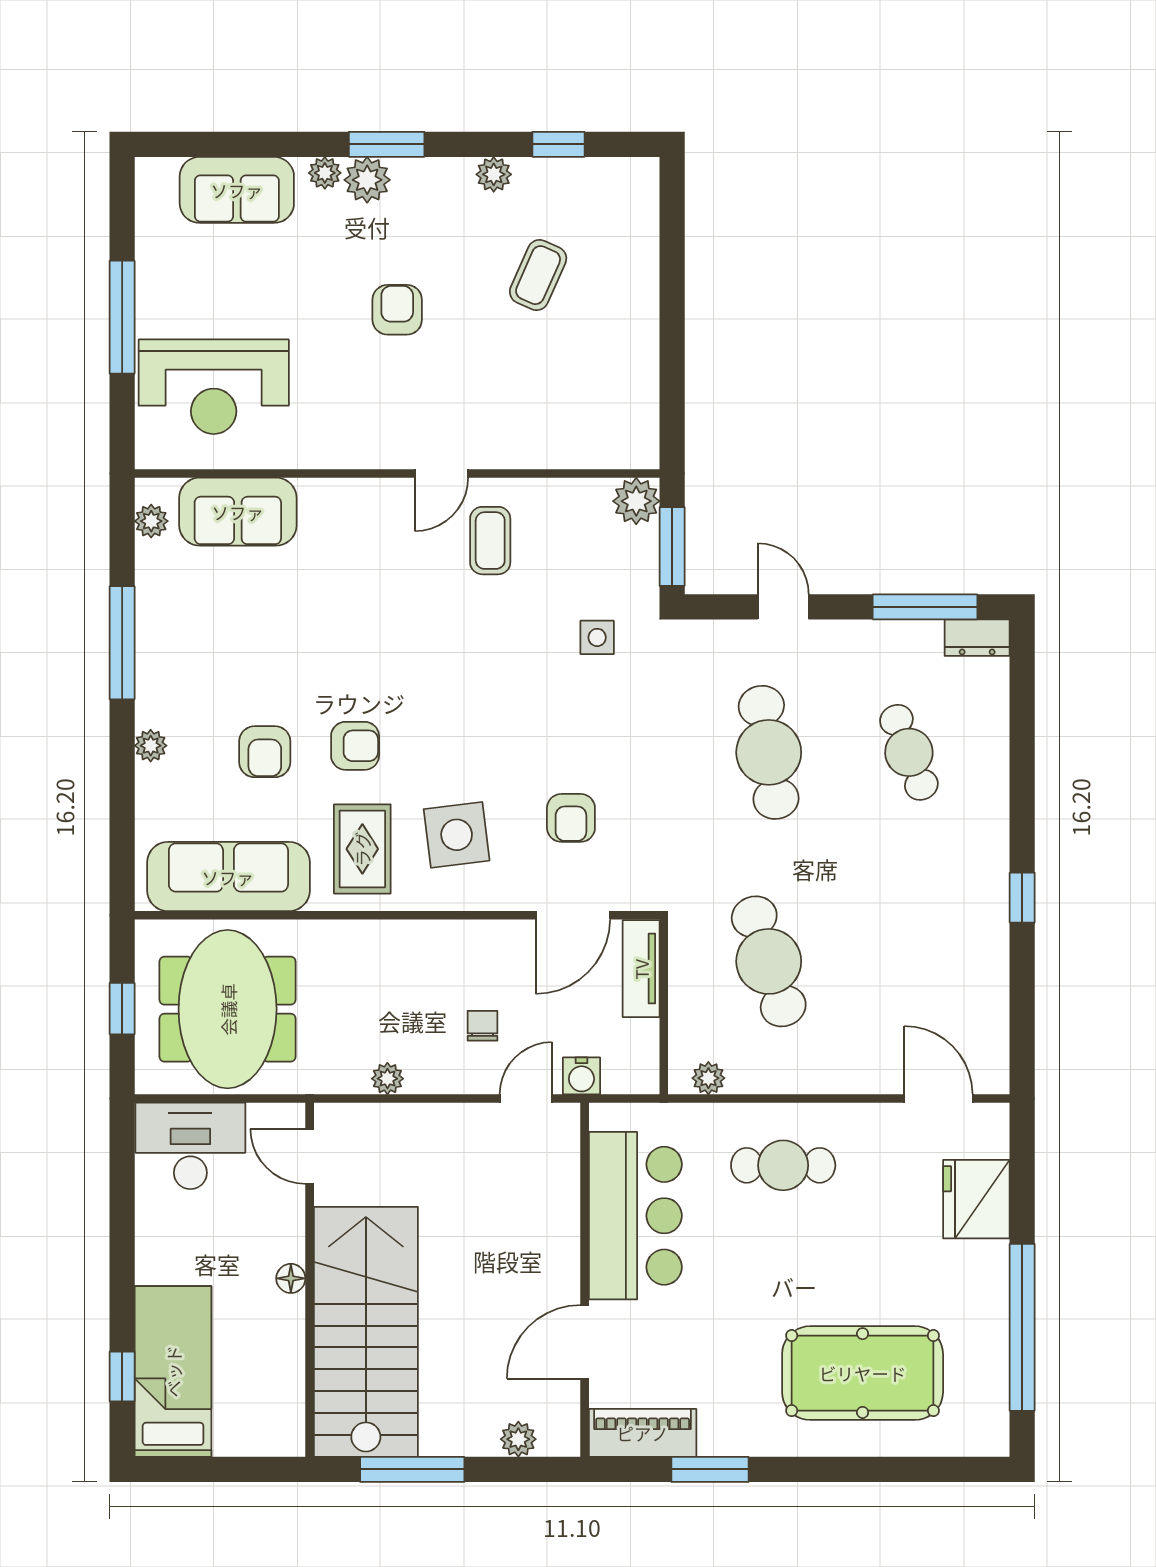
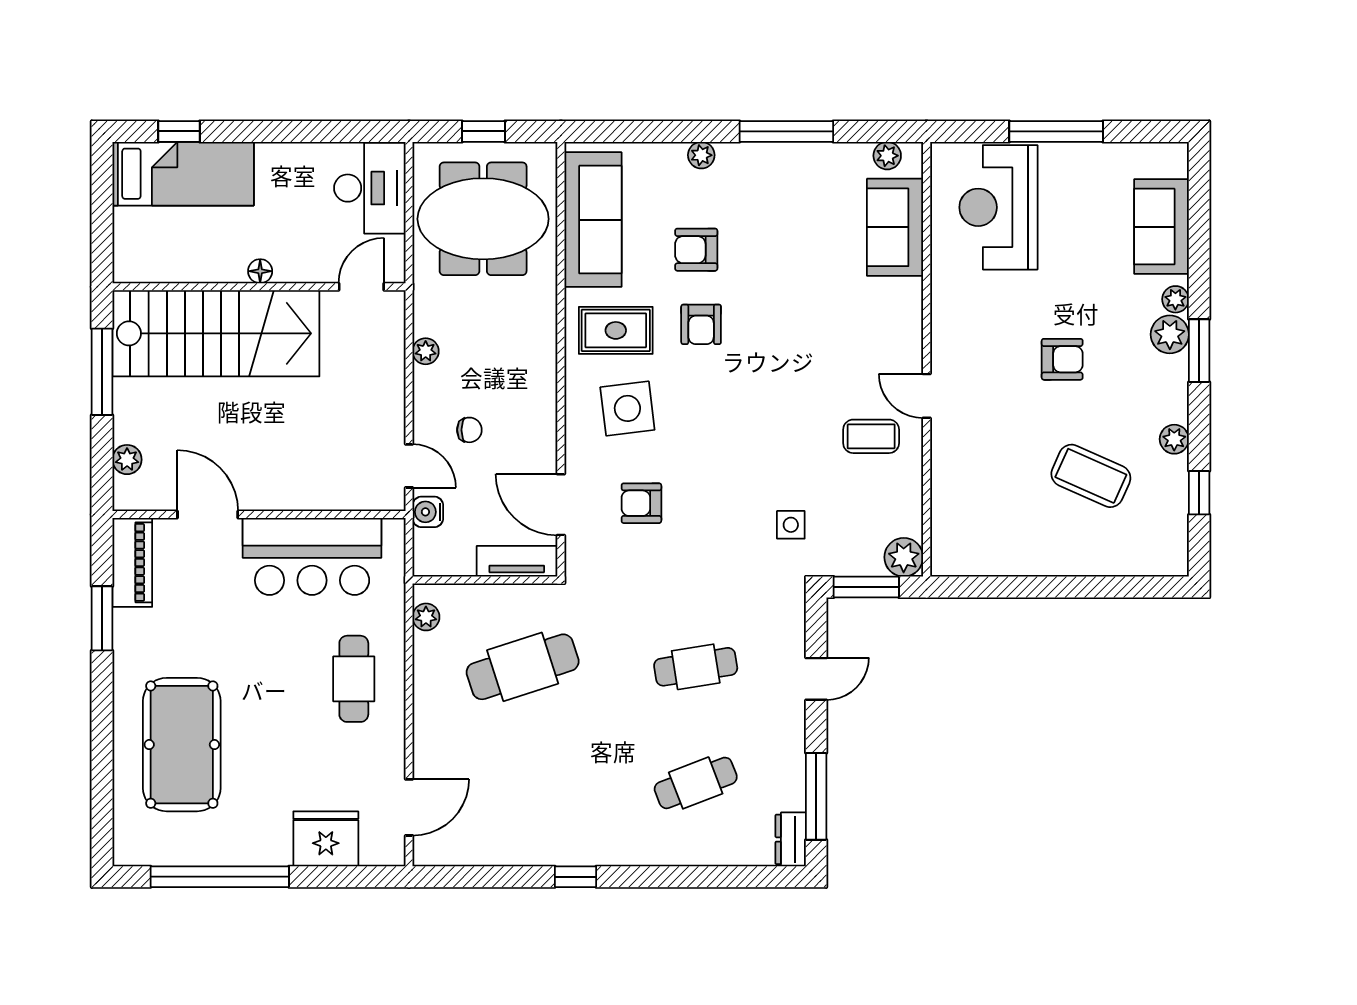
coffee table: (538, 275) -> (1091, 476), width x1.36, depth x1.30
cafe table: (769, 752) -> (696, 667), width x0.73, depth x0.74

